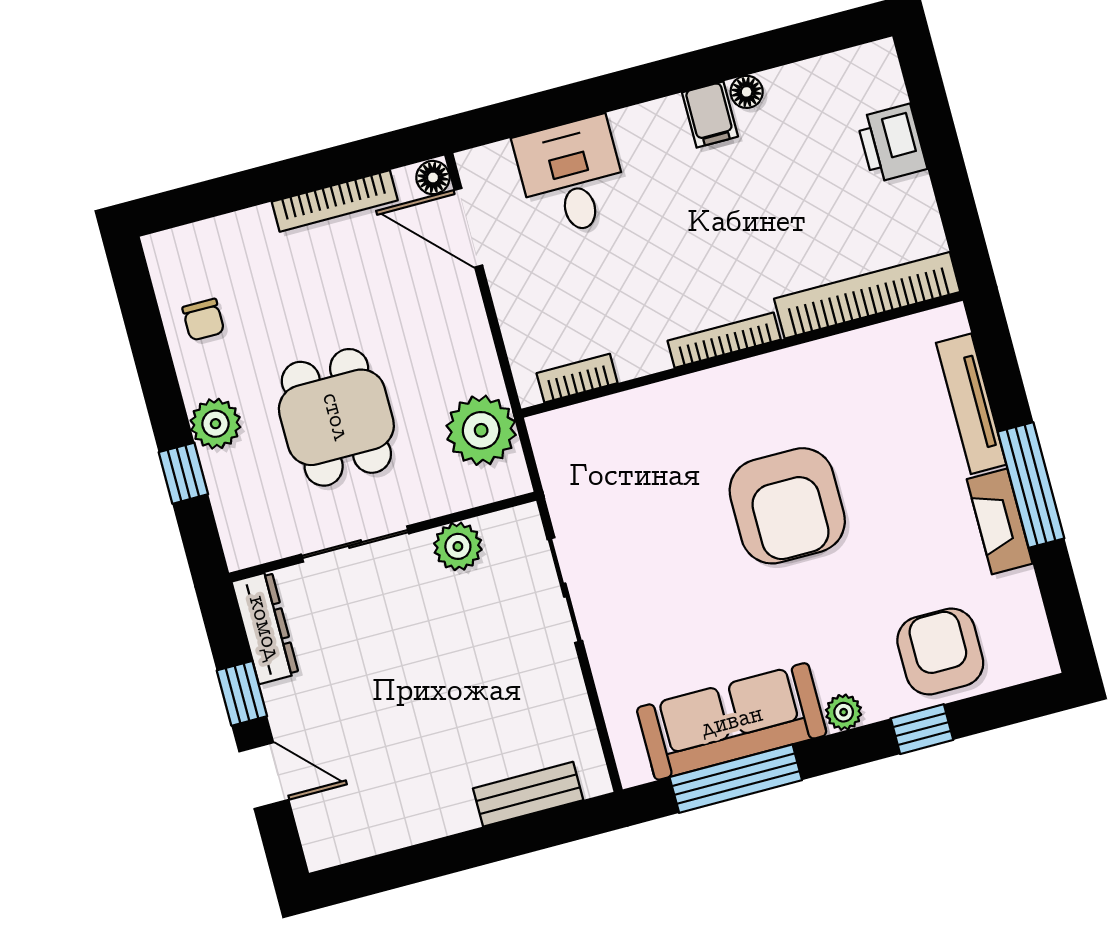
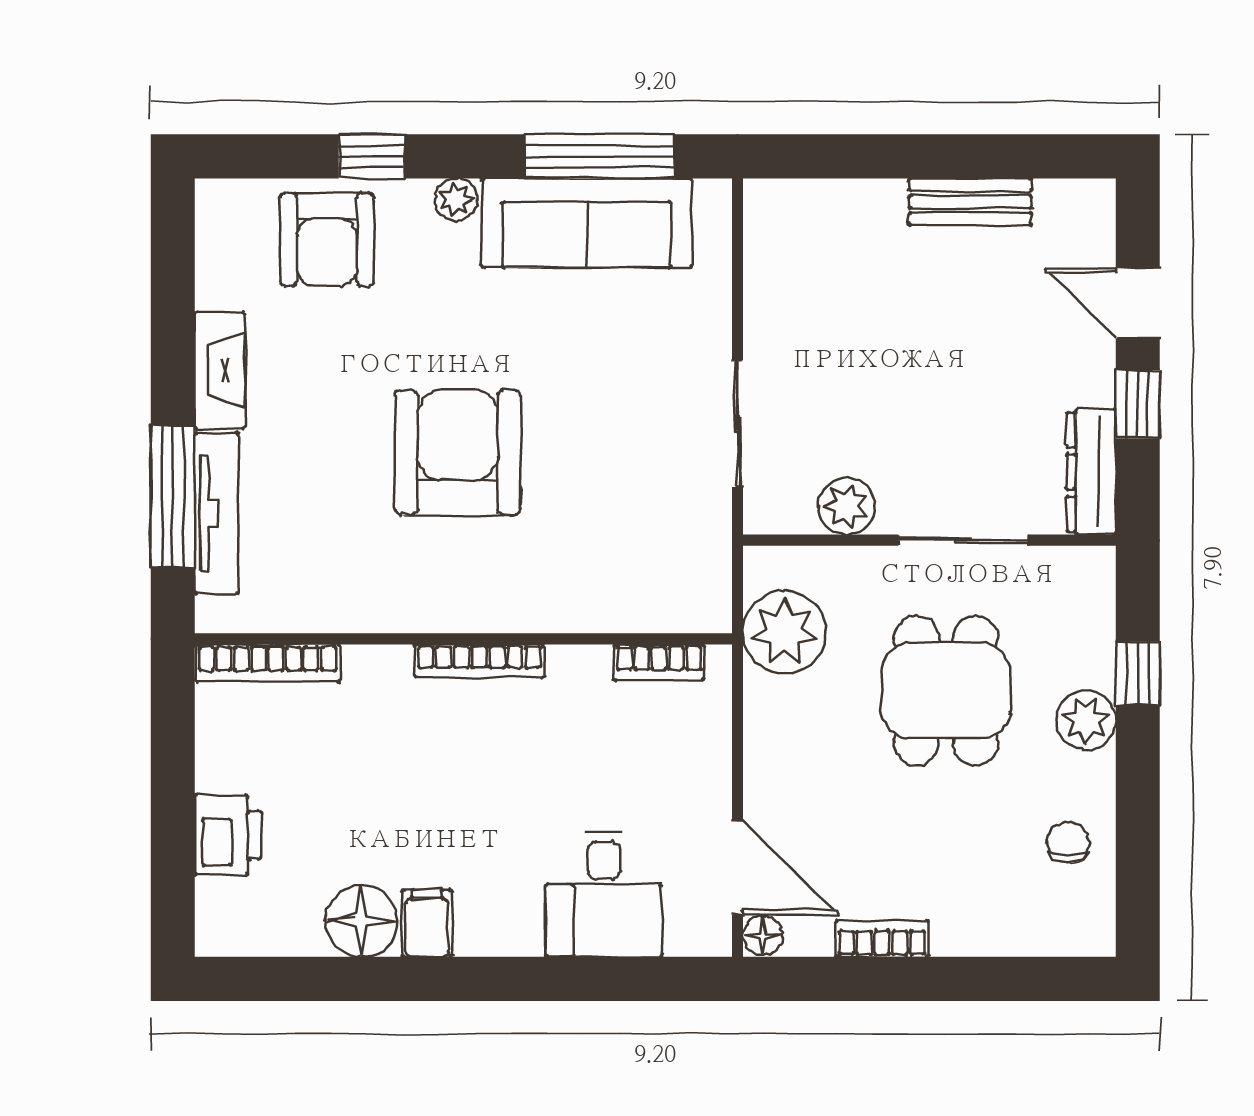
floor lamp: (747, 92) -> (361, 921), width x1.89, depth x1.89
bookcase: (335, 201) -> (882, 938), width x0.64
bookcase: (867, 295) -> (267, 663), width x0.68, depth x0.76
window: (1031, 485) -> (173, 496), moved
bench: (528, 794) -> (970, 202), moved

